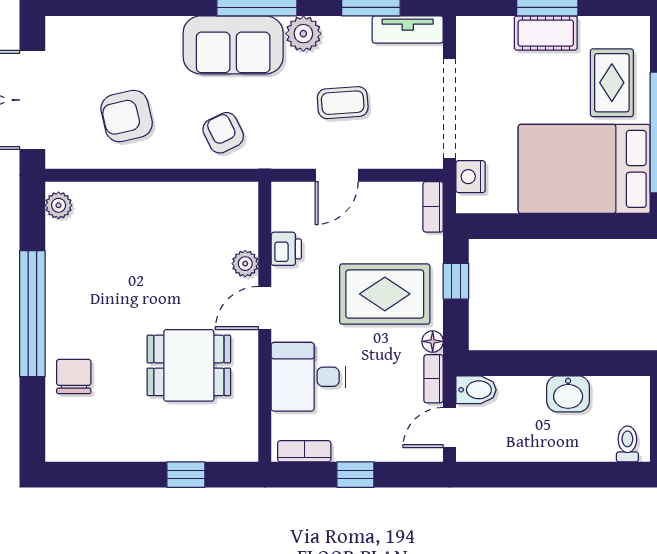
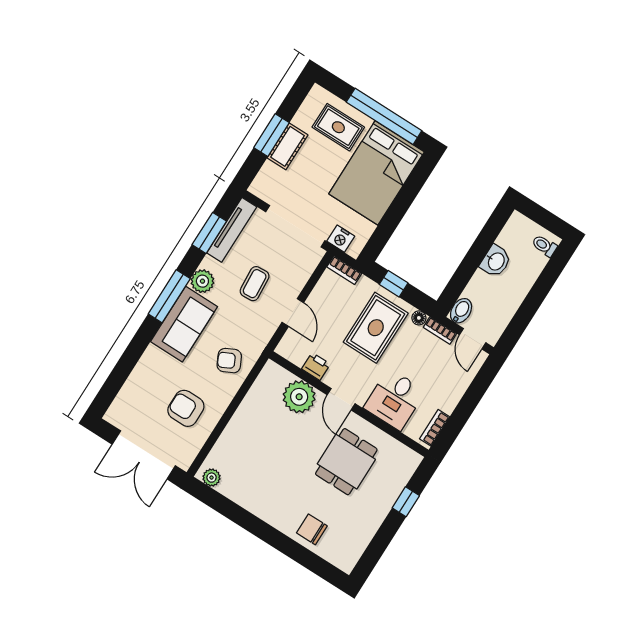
tv unit: (408, 30) -> (232, 230), width x1.41
armchair: (127, 116) -> (186, 408), turned 103
plant: (245, 264) -> (299, 397), width x1.87, depth x1.87
window: (32, 314) -> (262, 530), removed
window: (355, 475) -> (466, 408), removed

